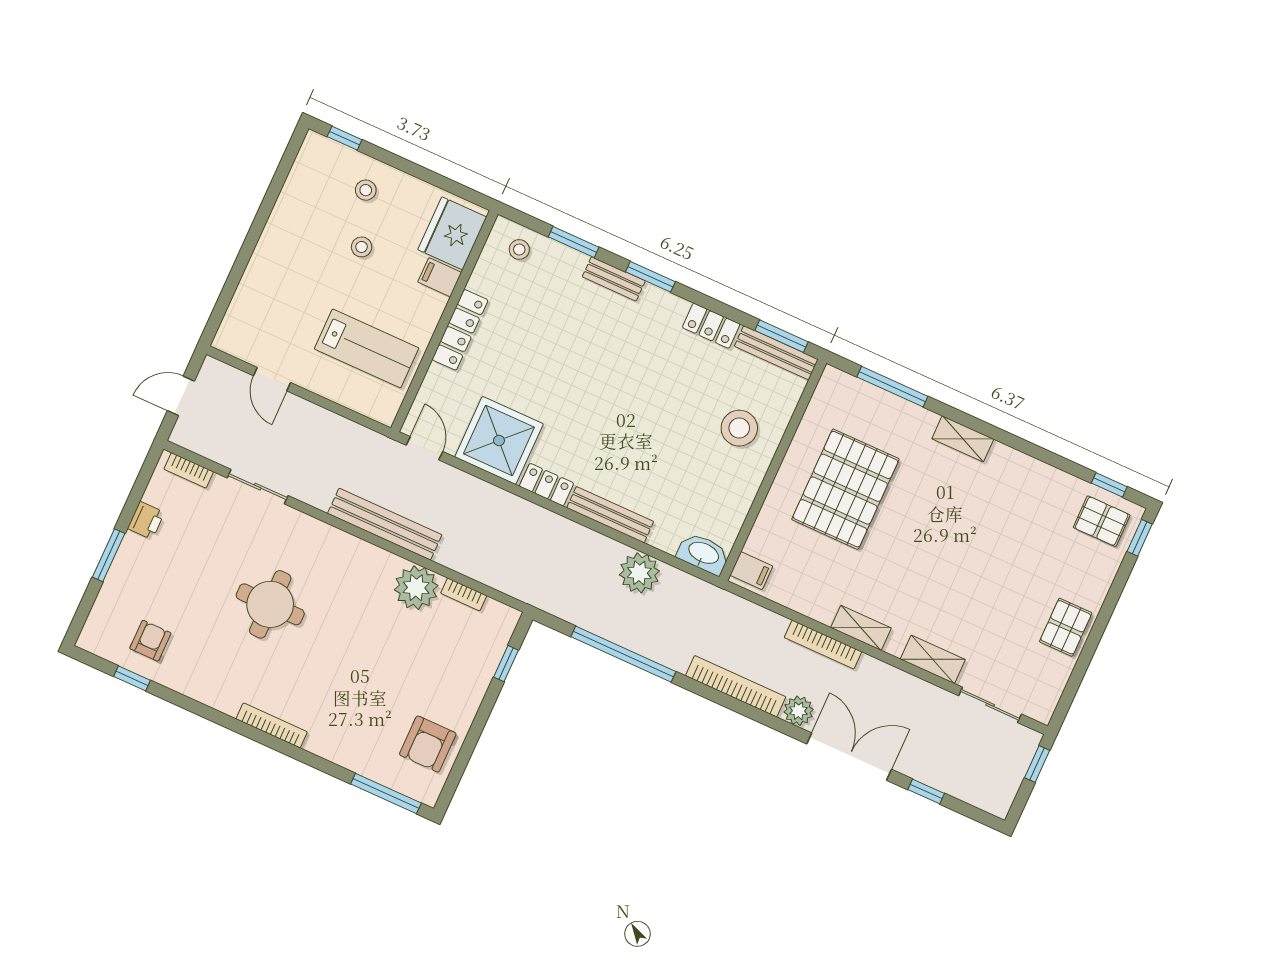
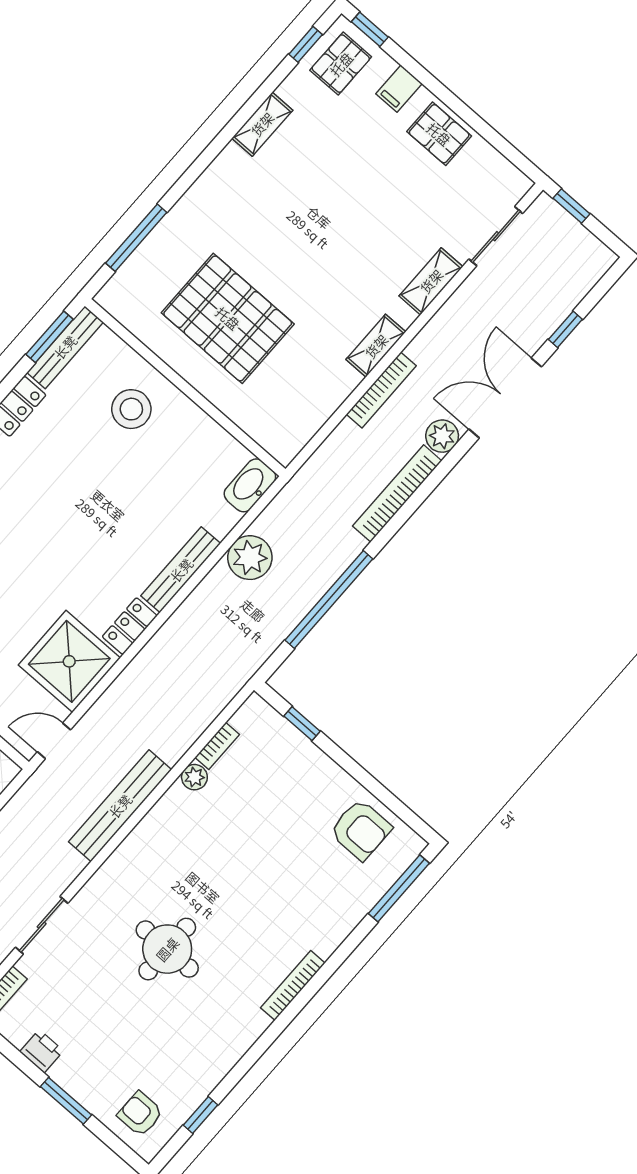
shelving: (963, 439) -> (262, 124), moved
filing cabinet: (751, 571) -> (399, 89), moved, turned 180
plant: (416, 588) -> (194, 777), width x0.53, depth x0.53
armchair: (150, 641) -> (140, 1114), moved

